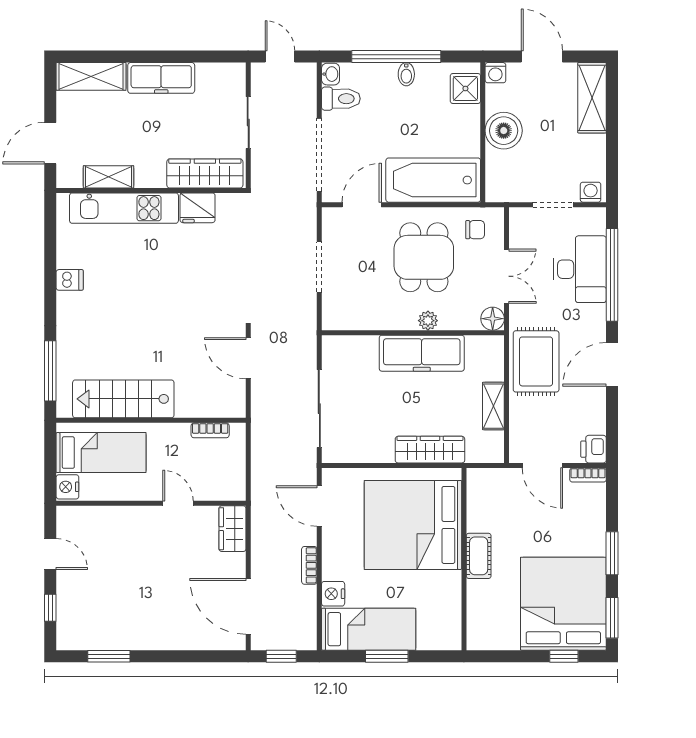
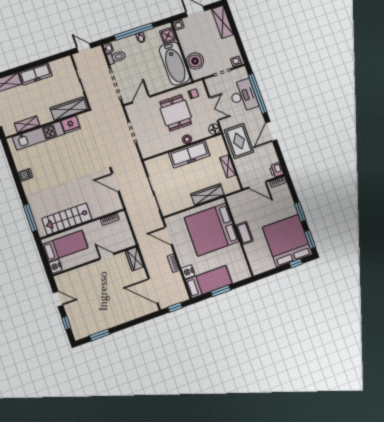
boiler: (504, 131) -> (195, 61), moved
bathtub: (433, 180) -> (174, 64), moved, turned -90

